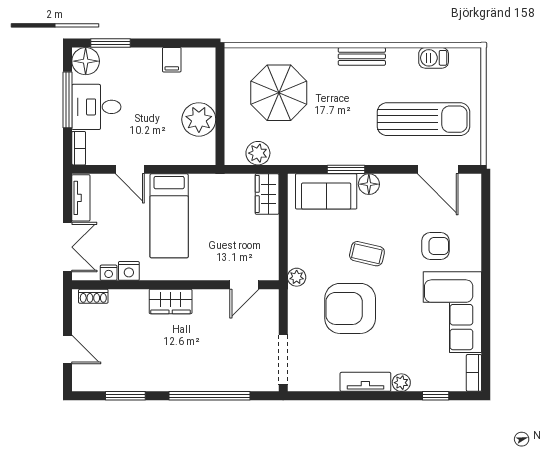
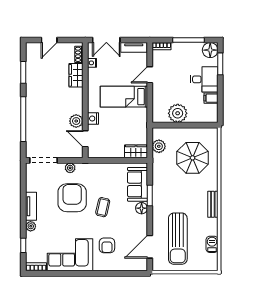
desk: (96, 107) -> (204, 79), moved, turned 90
nightstand: (129, 271) -> (93, 119), moved
plant: (297, 277) -> (70, 168), moved
wardrobe: (171, 301) -> (76, 75), moved
plant: (213, 301) -> (76, 121), added

